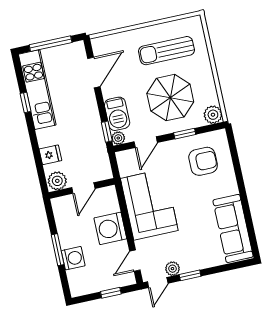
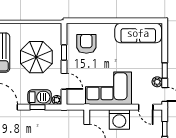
plant: (213, 115) -> (55, 30), removed
window: (107, 132) -> (37, 107), moved

